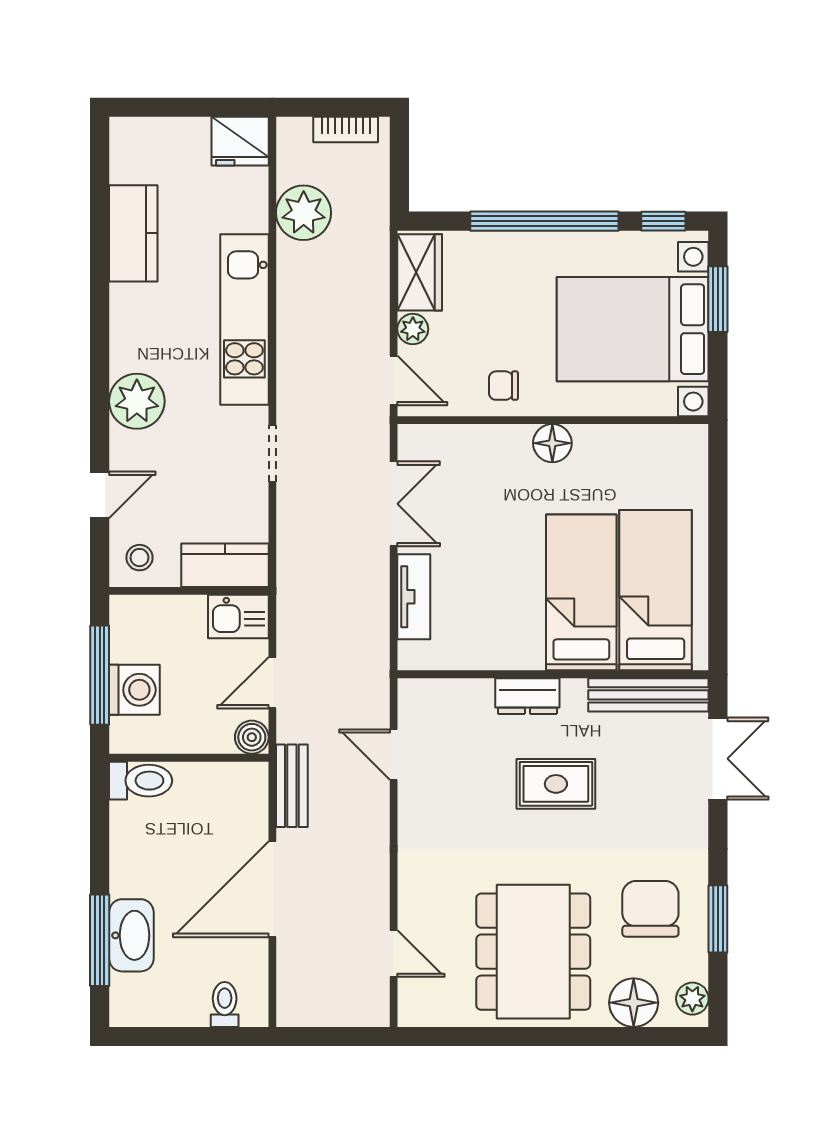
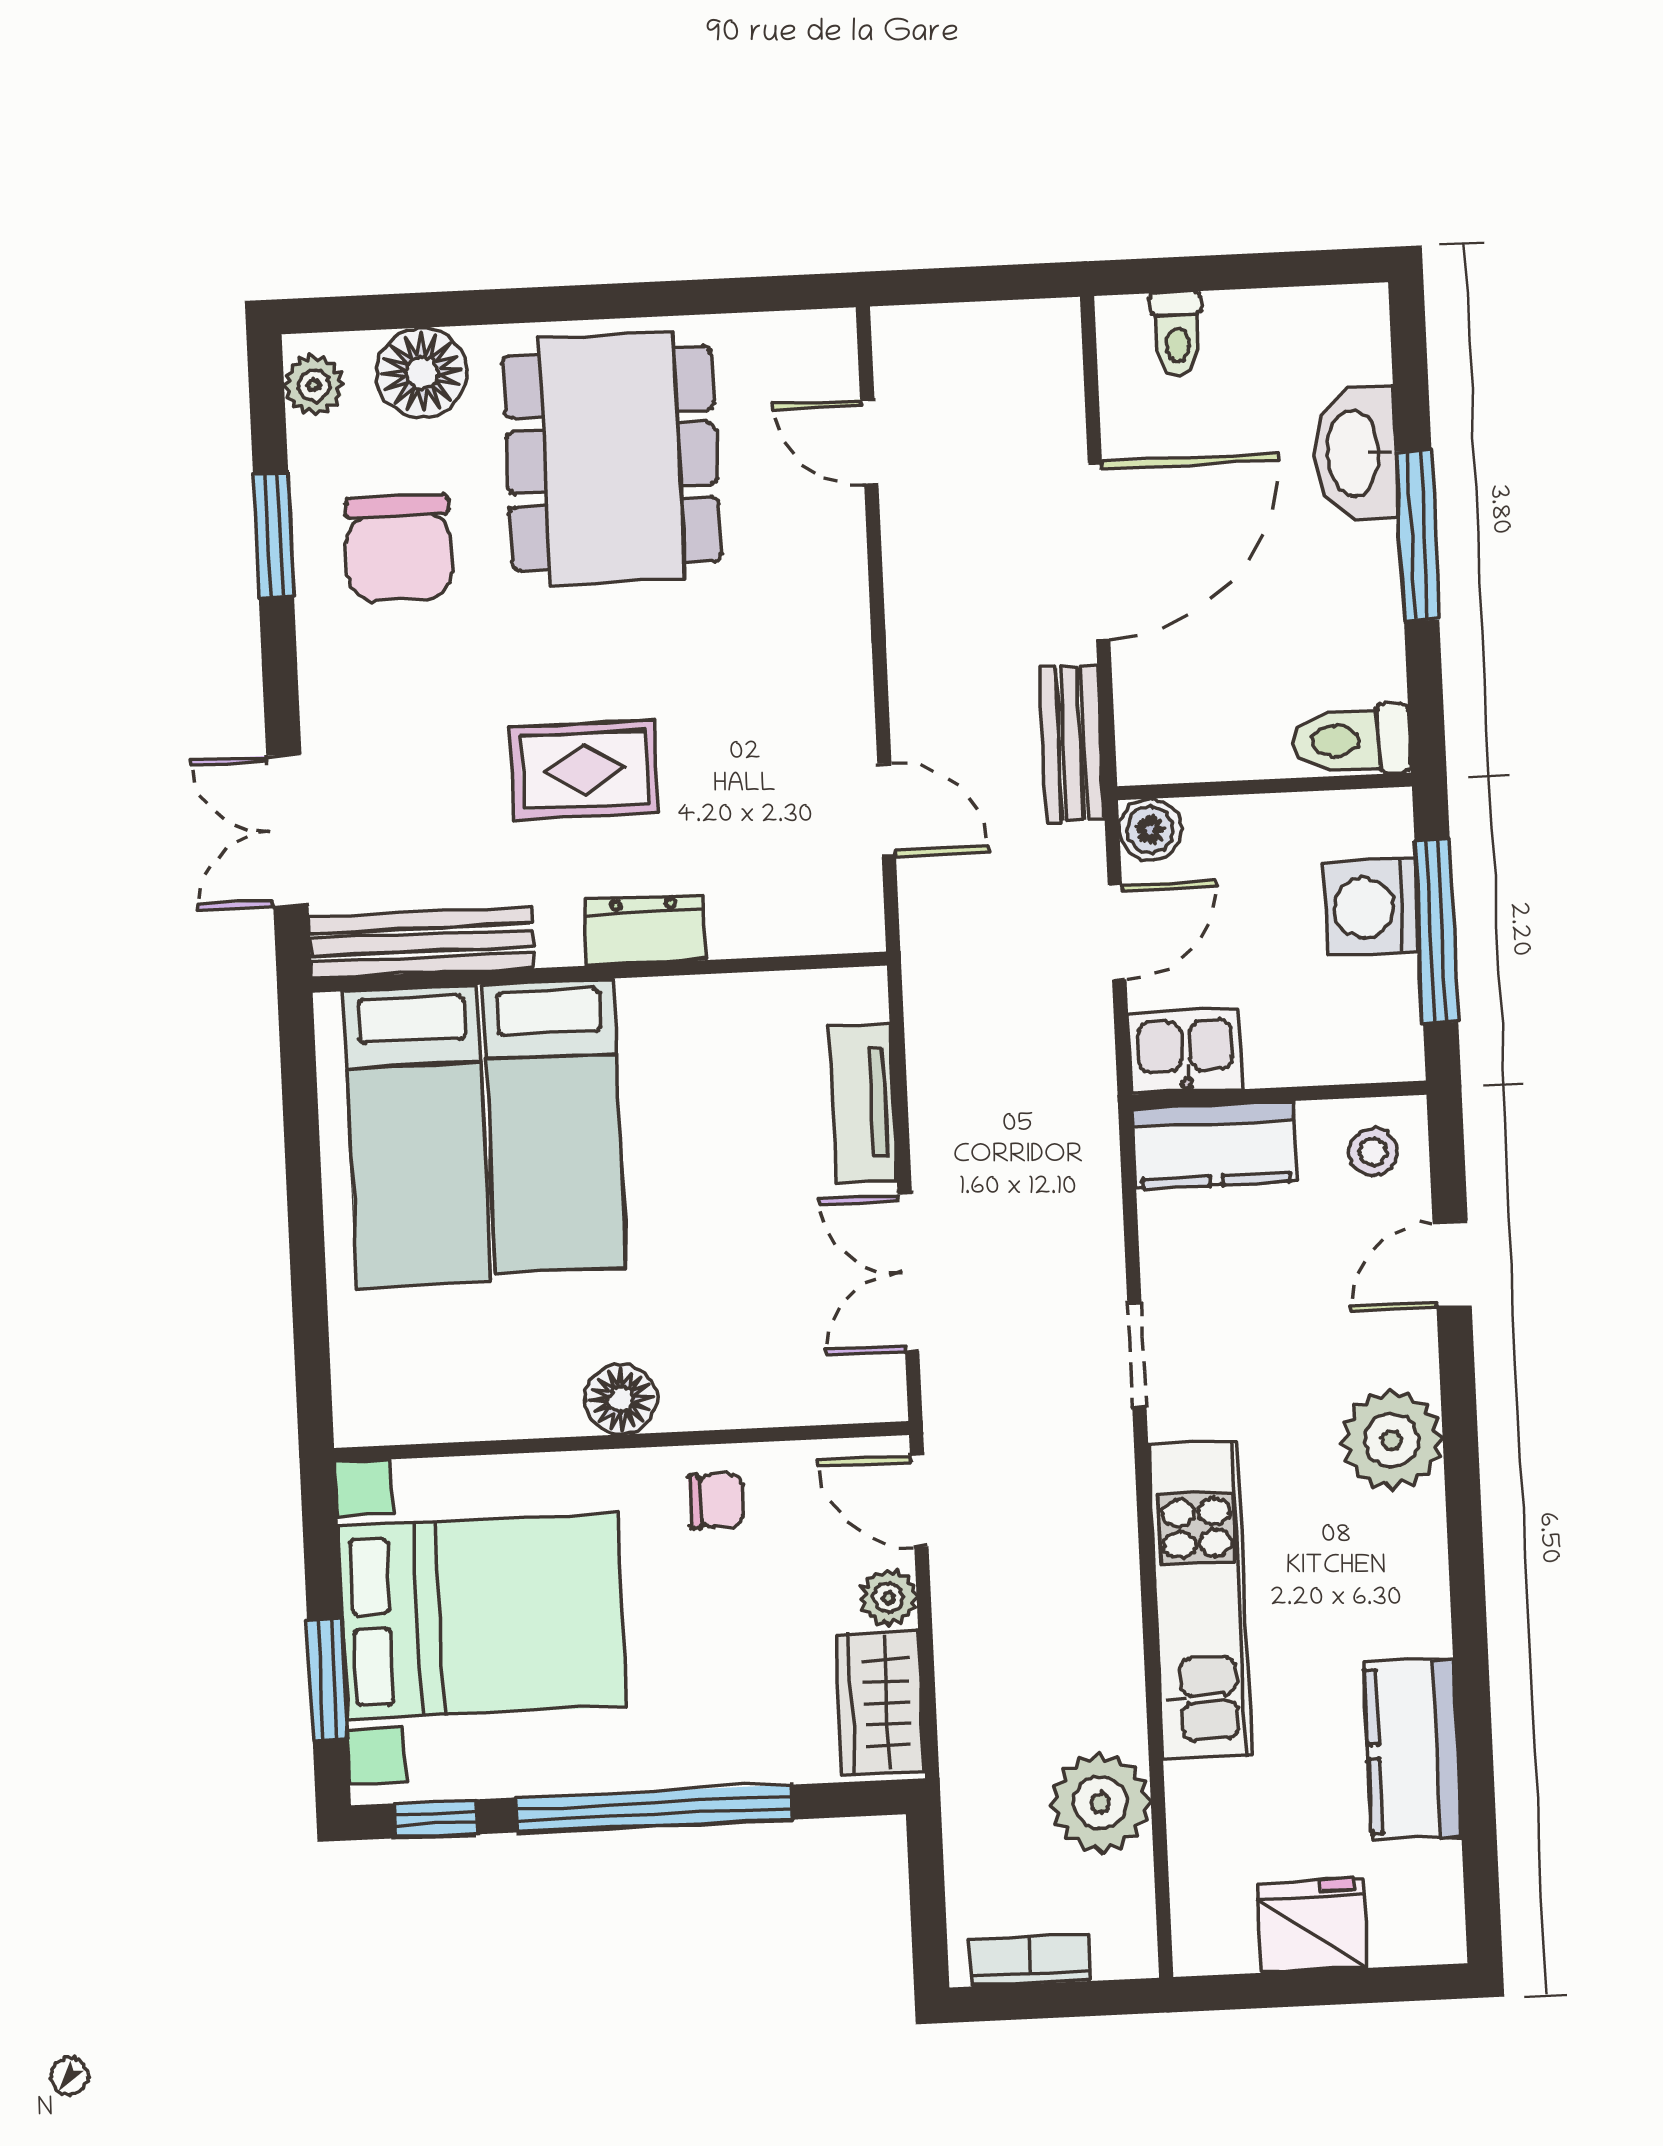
fridge: (240, 141) -> (1312, 1925), moved
window: (100, 940) -> (1418, 536), moved

